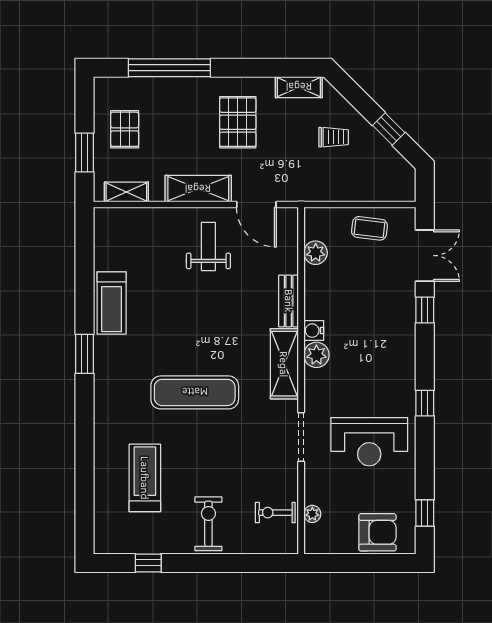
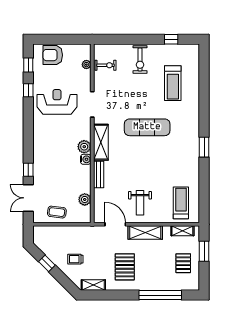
treadmill: (112, 303) -> (181, 203), moved
window: (425, 403) -> (28, 90), moved

